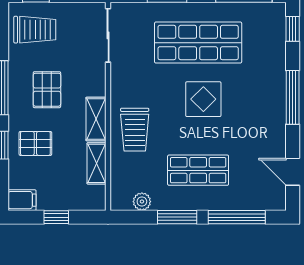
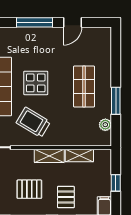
trolley: (135, 130) -> (33, 122), moved, turned -149
door: (293, 172) -> (73, 22), moved
window: (237, 217) -> (116, 60), removed

